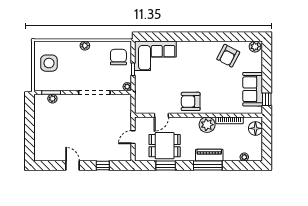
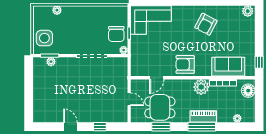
plant: (85, 46) -> (57, 10), moved
armchair: (228, 56) -> (206, 24), moved
chair: (118, 57) -> (116, 34), moved, turned 180
side table: (49, 63) -> (44, 38), moved
sofa: (253, 89) -> (228, 67), moved, turned 90
door: (133, 137) -> (129, 99), swing flipped

